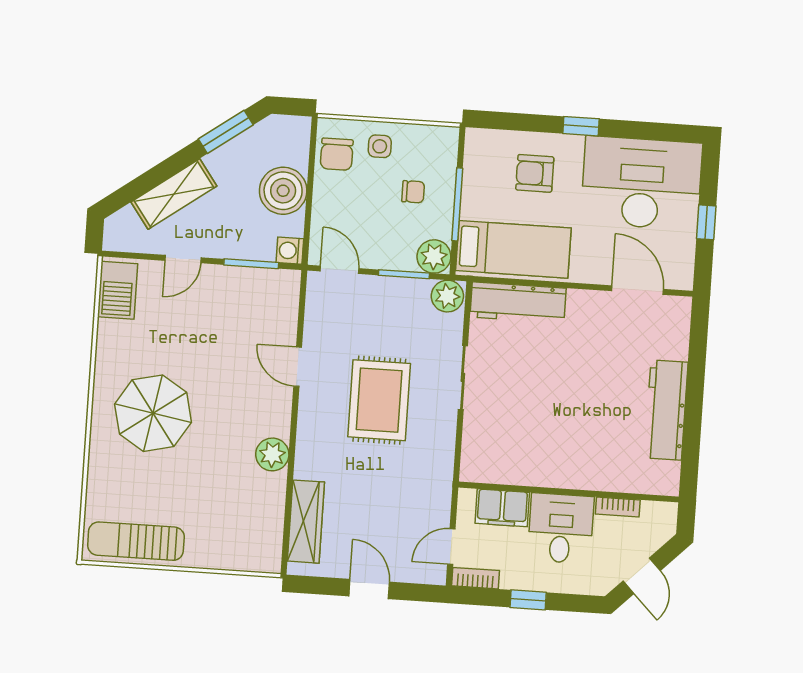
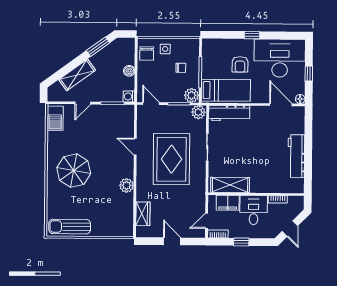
armchair: (535, 173) -> (240, 64), moved, turned -90
boiler: (283, 191) -> (129, 71), width x0.54, depth x0.54
floor lamp: (683, 280) -> (300, 99), added
rug: (379, 400) -> (171, 159), width x1.37, depth x1.44
shelving: (510, 467) -> (230, 185), added
wardrobe: (306, 522) -> (143, 214), width x0.67

